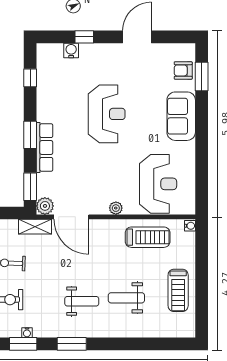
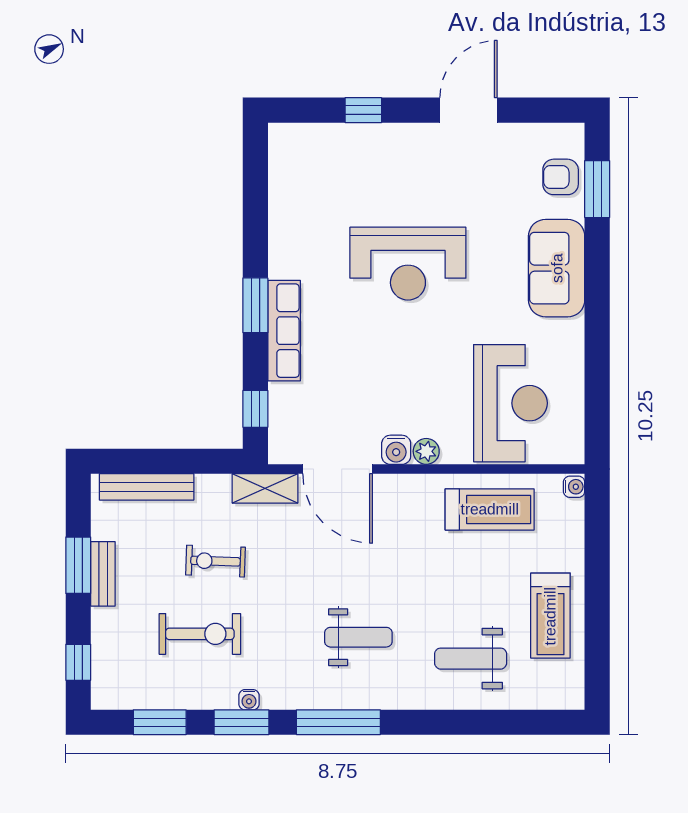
water cooler: (71, 50) -> (396, 450), moved, turned 180
window: (30, 78) -> (255, 192), removed
reception desk: (107, 114) -> (408, 264), turned 90
window: (30, 187) -> (255, 409), width x0.67
plant: (45, 206) -> (285, 447), removed
weight bench: (126, 298) -> (471, 659), moved
window: (72, 344) -> (338, 722), width x1.44

